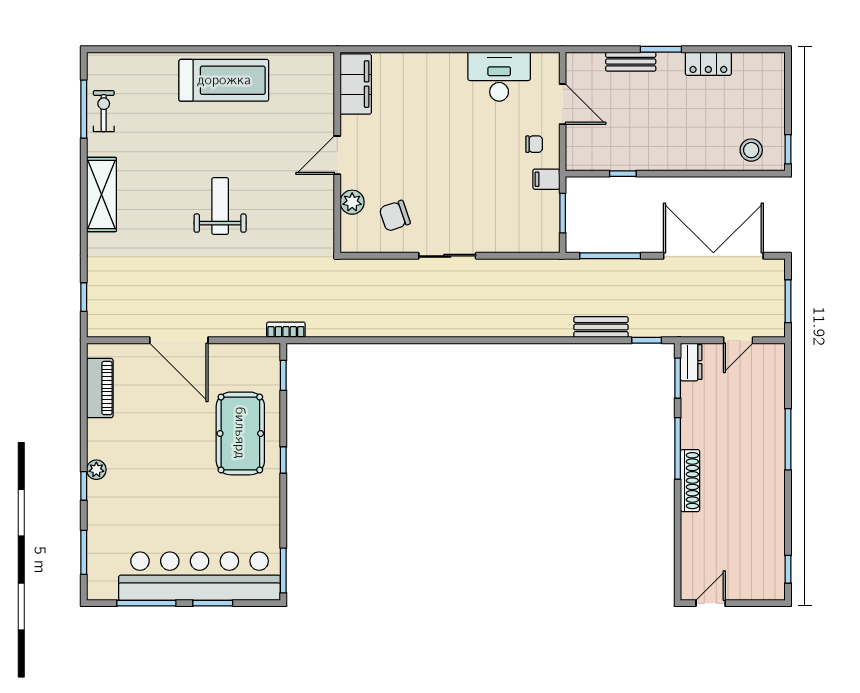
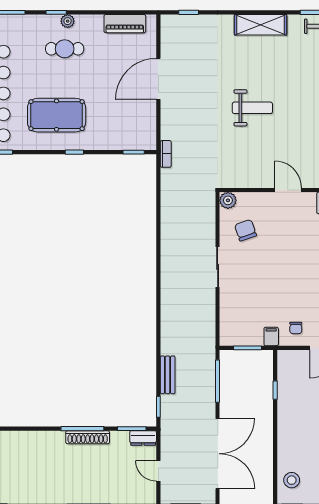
plant: (352, 202) -> (228, 200), moved
pool table: (240, 433) -> (57, 115), moved
cafe table: (136, 474) -> (65, 49), added
shoe rack: (690, 481) -> (88, 437), moved

